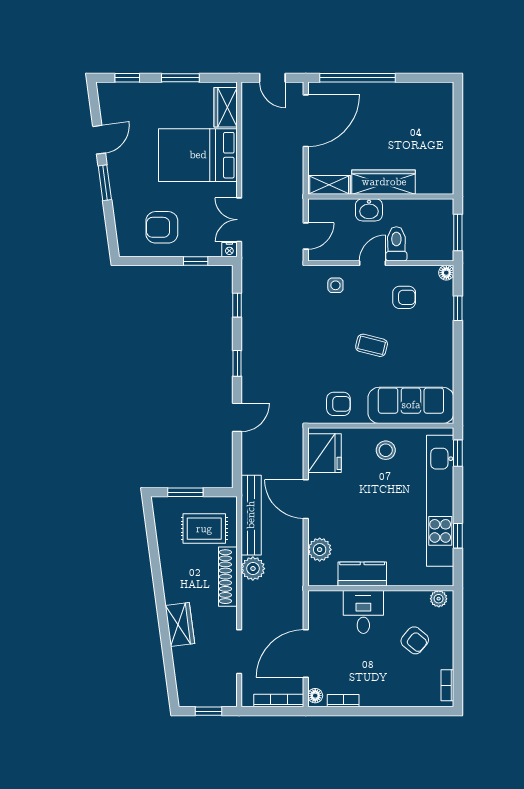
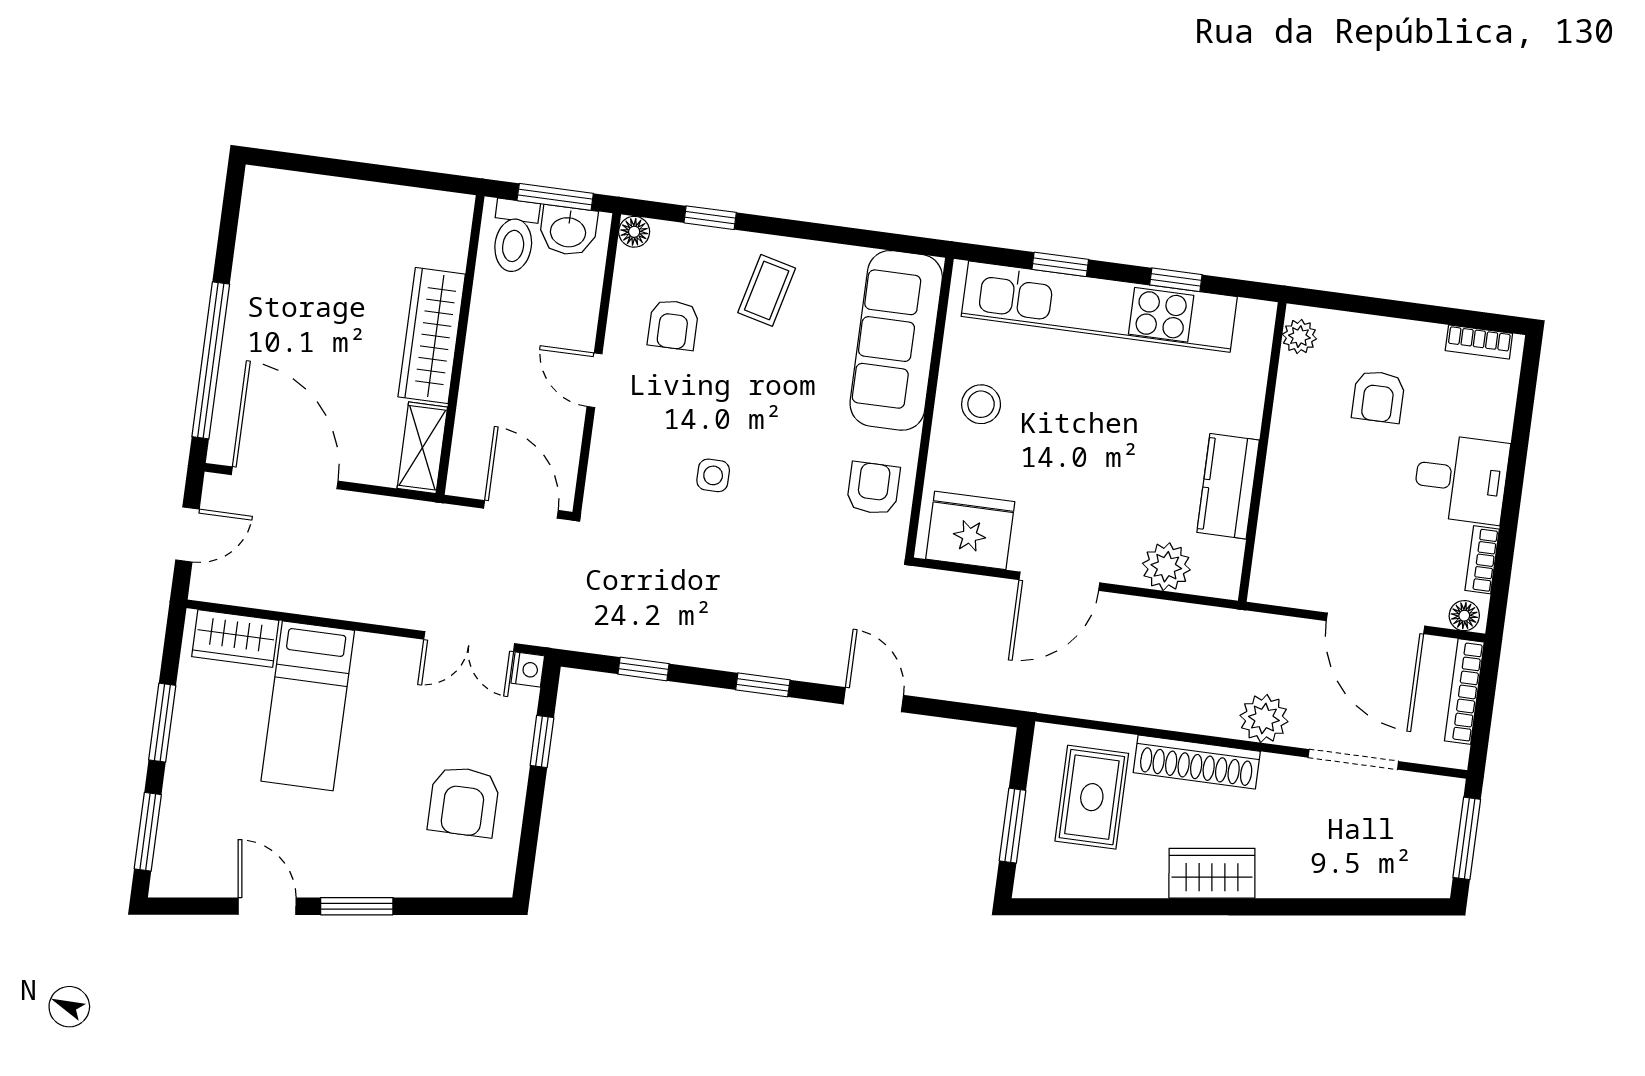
window: (127, 78) -> (148, 832), width x1.50
bed: (198, 155) -> (308, 706), width x0.67
washbasin: (369, 210) -> (568, 231), moved, turned 90
door: (306, 236) -> (521, 509), width x1.37
toilet: (396, 244) -> (514, 236), moved, turned -90
side table: (335, 285) -> (713, 475), moved
armchair: (404, 297) -> (673, 325), turned 180
coffee table: (372, 345) -> (767, 290), moved
window: (458, 453) -> (1060, 264), moved
bench: (251, 515) -> (1077, 697), removed
plant: (253, 569) -> (1264, 719), moved
desk: (363, 612) -> (1461, 479), moved, turned 180
wardrobe: (180, 625) -> (1212, 873), moved
armchair: (415, 640) -> (1378, 397), turned 140
window: (208, 711) -> (1467, 838), width x1.50

